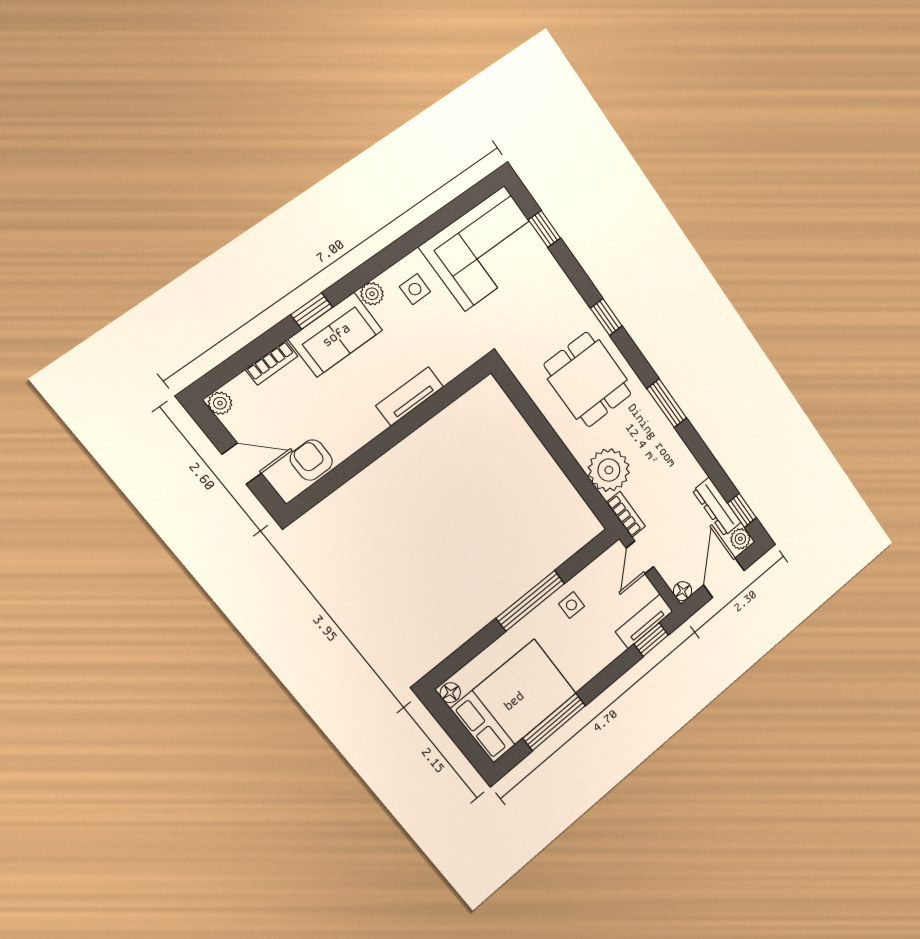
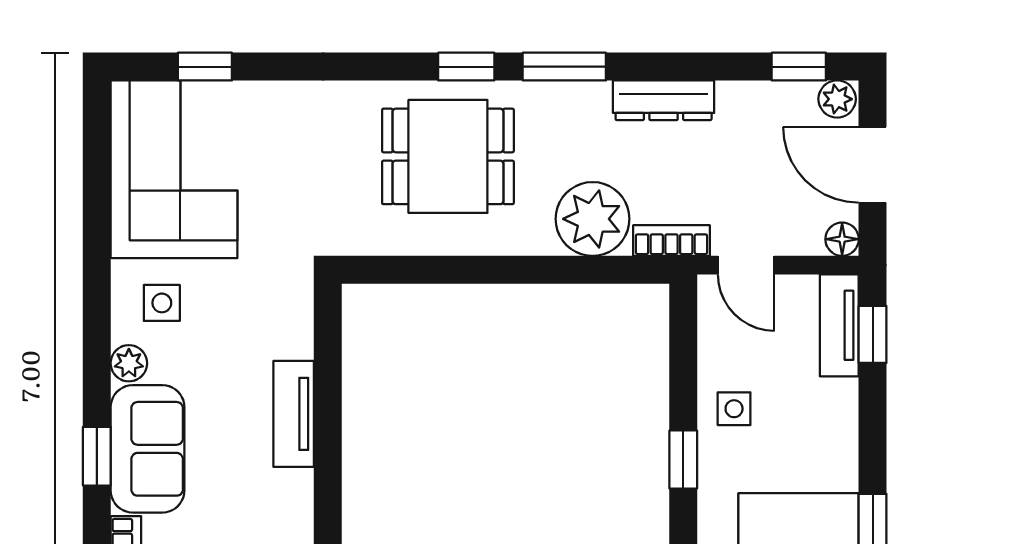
window: (606, 317) -> (466, 67), moved
dresser: (717, 507) -> (664, 100), moved
window: (530, 601) -> (683, 460), width x0.46

